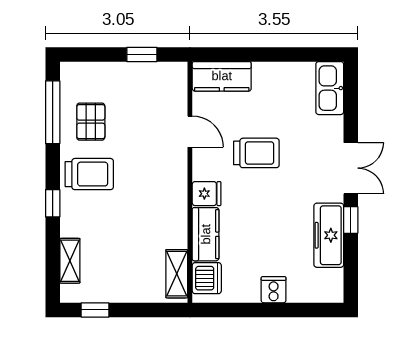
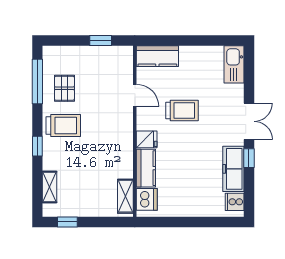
cooker: (274, 290) -> (235, 202), moved, turned -90

